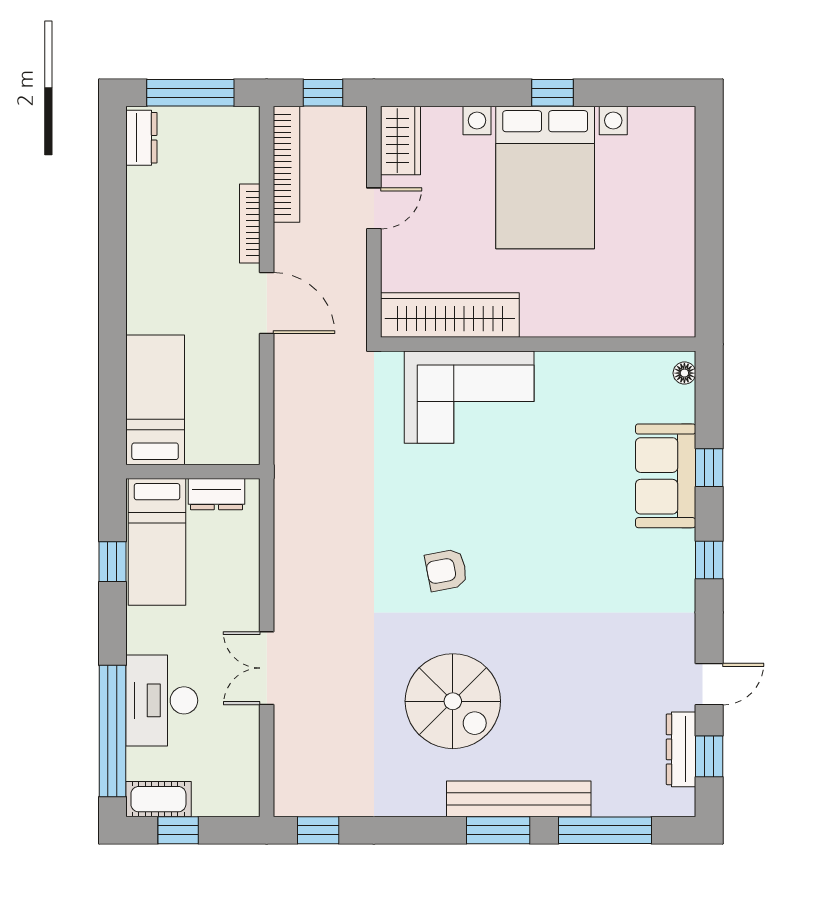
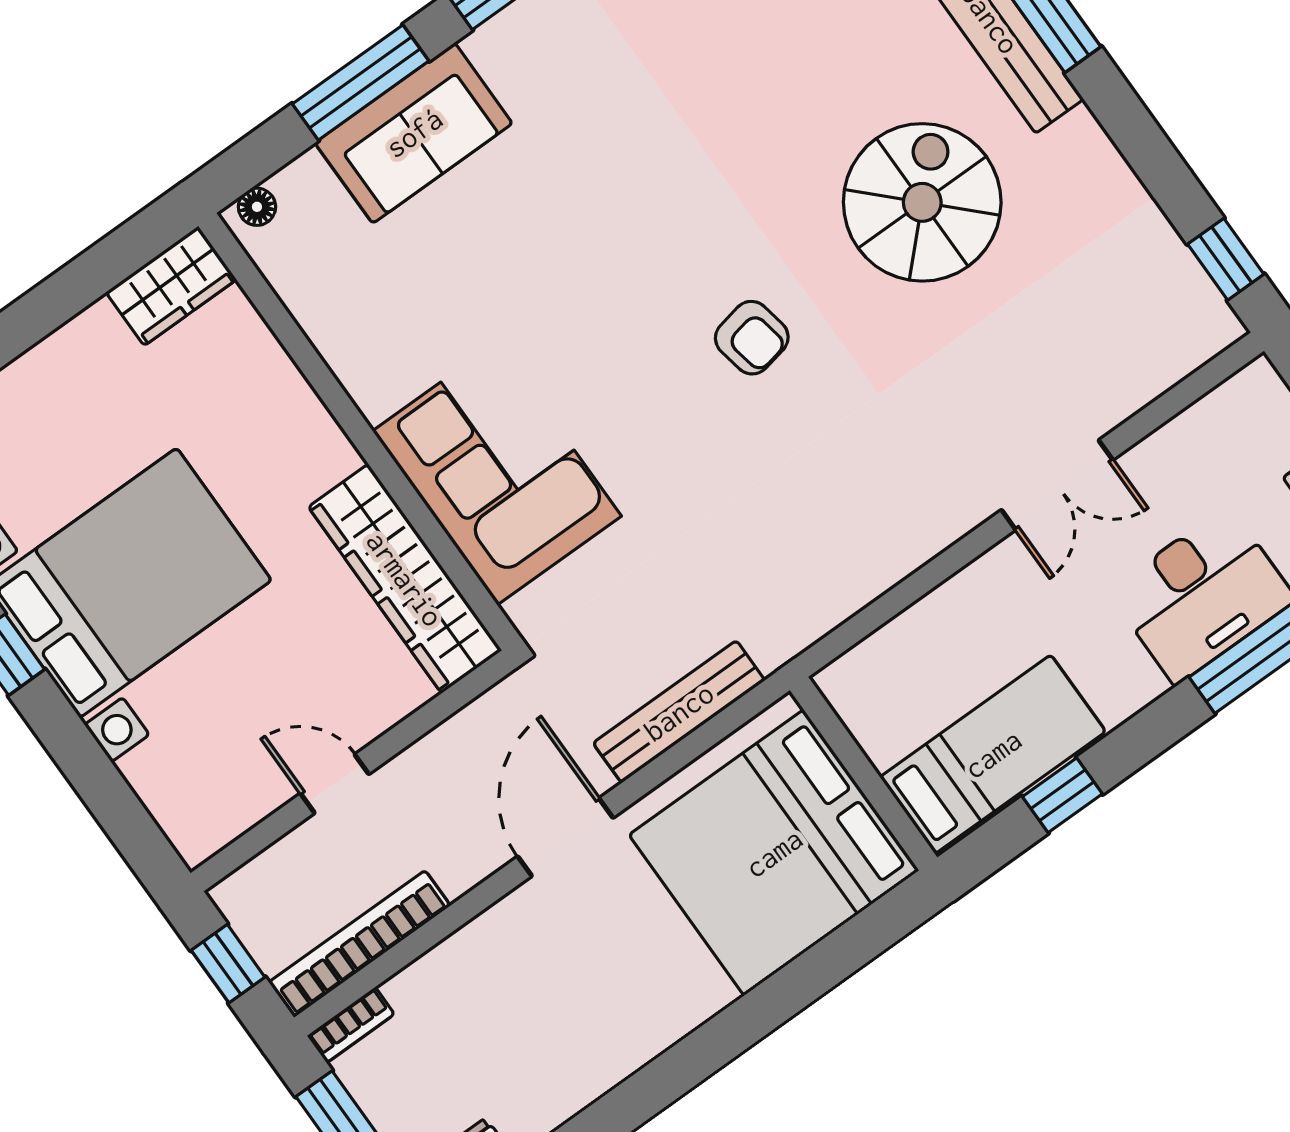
wardrobe: (401, 141) -> (171, 286), moved, turned 180
bookcase: (250, 223) -> (351, 1025), moved, width x0.64
bed: (155, 400) -> (774, 853), width x2.04
bench: (288, 403) -> (679, 712), added
window: (709, 468) -> (361, 82), width x2.17
dresser: (216, 494) -> (871, 720), removed

